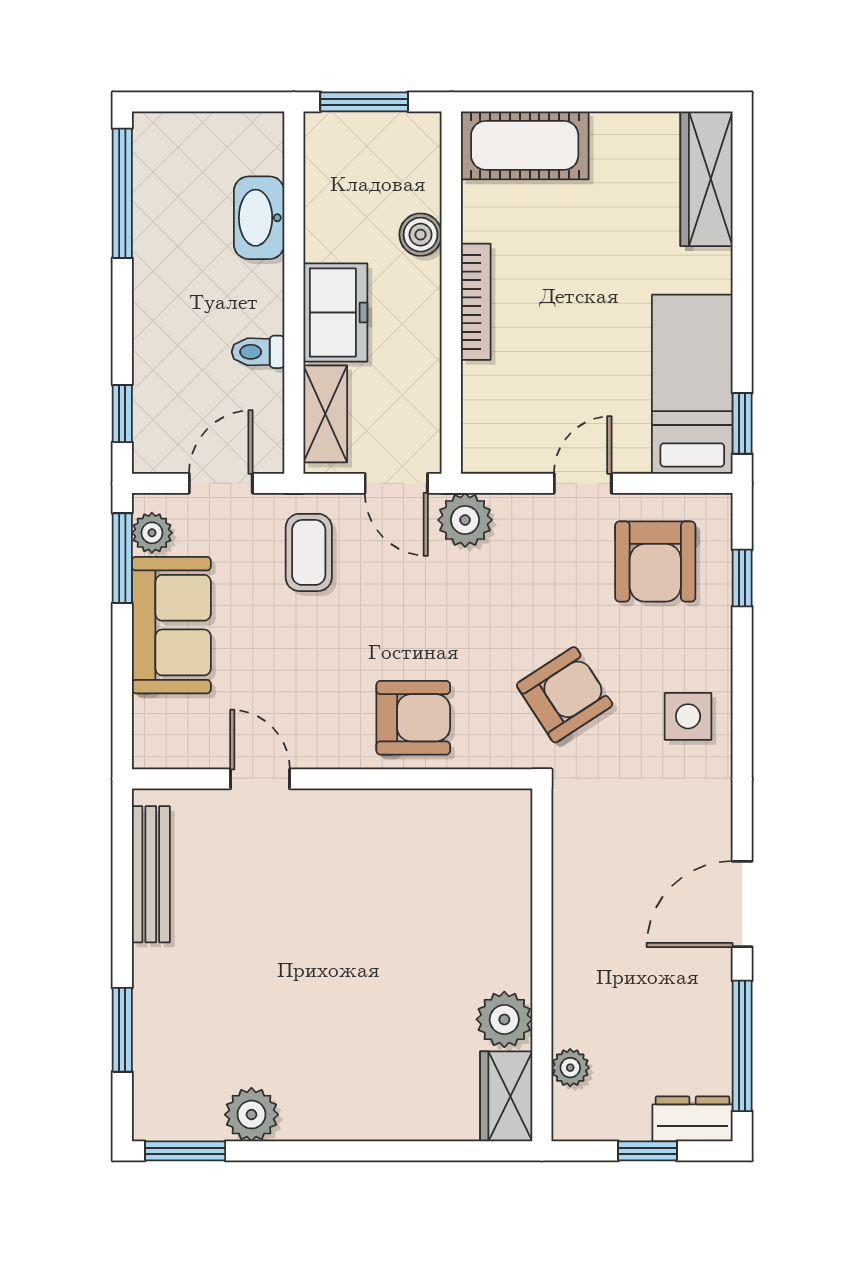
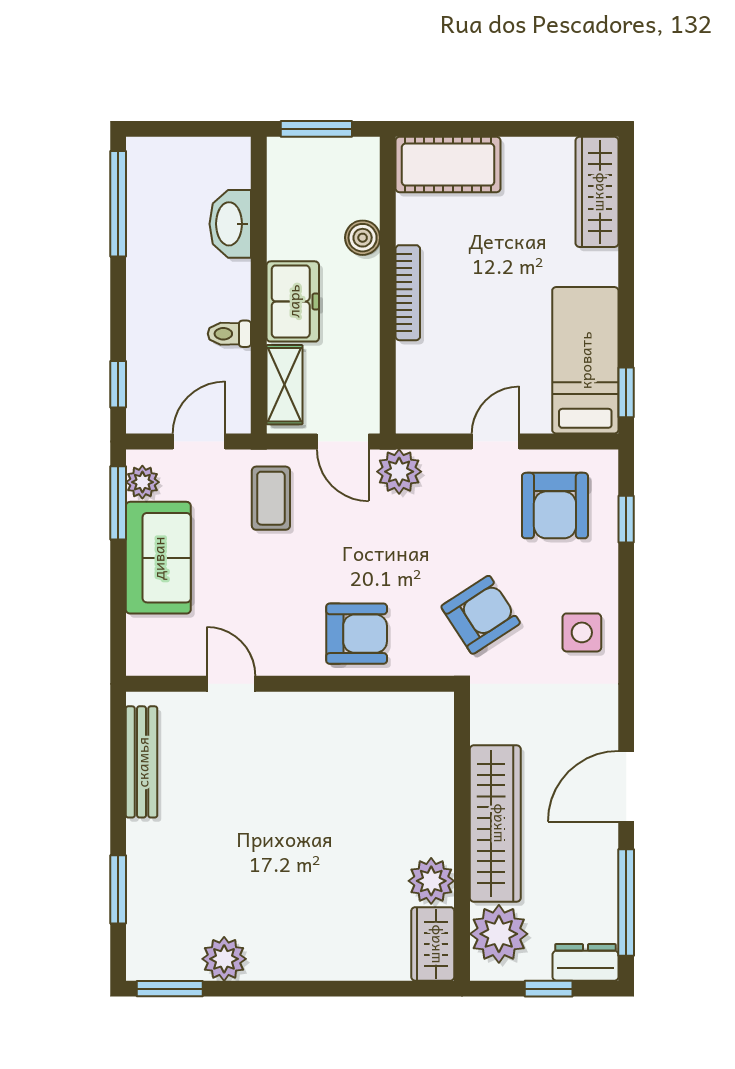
wardrobe: (582, 949) -> (495, 823), added
plant: (570, 1068) -> (499, 934), width x1.88, depth x1.88

